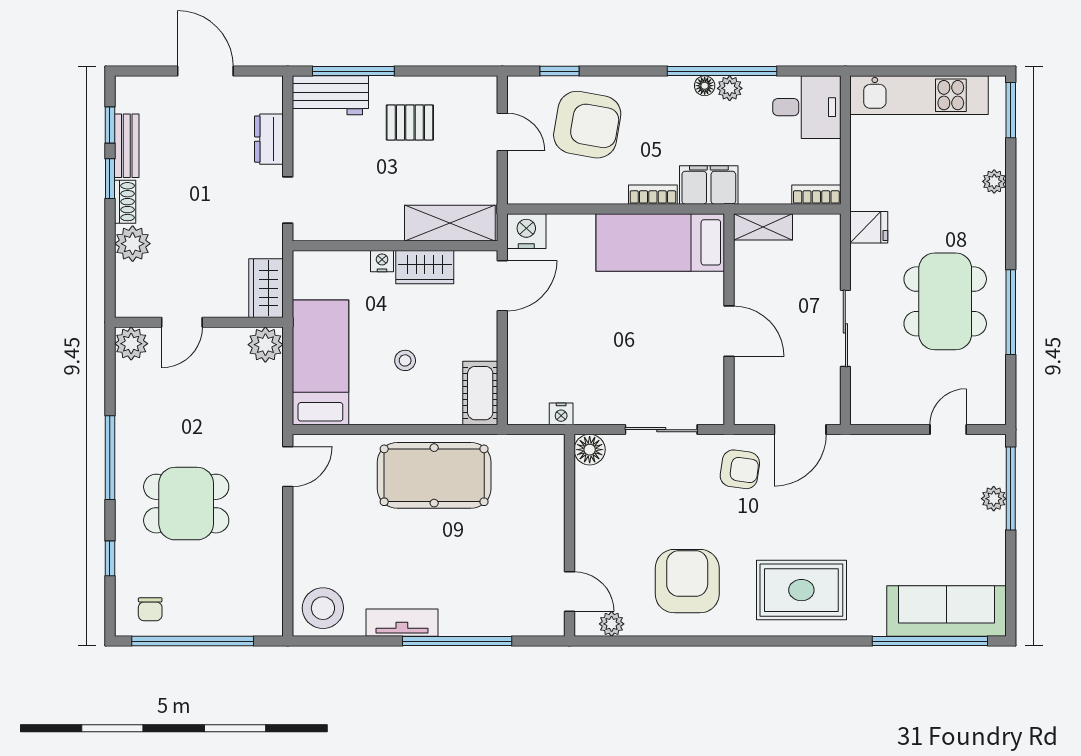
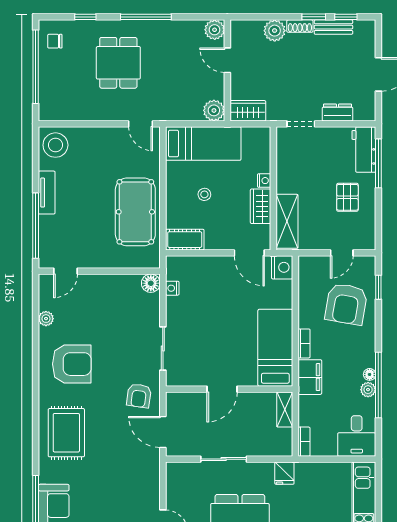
floor lamp: (590, 450) -> (151, 283), moved
wall: (570, 535) -> (99, 271), moved
door: (570, 591) -> (66, 271), moved

